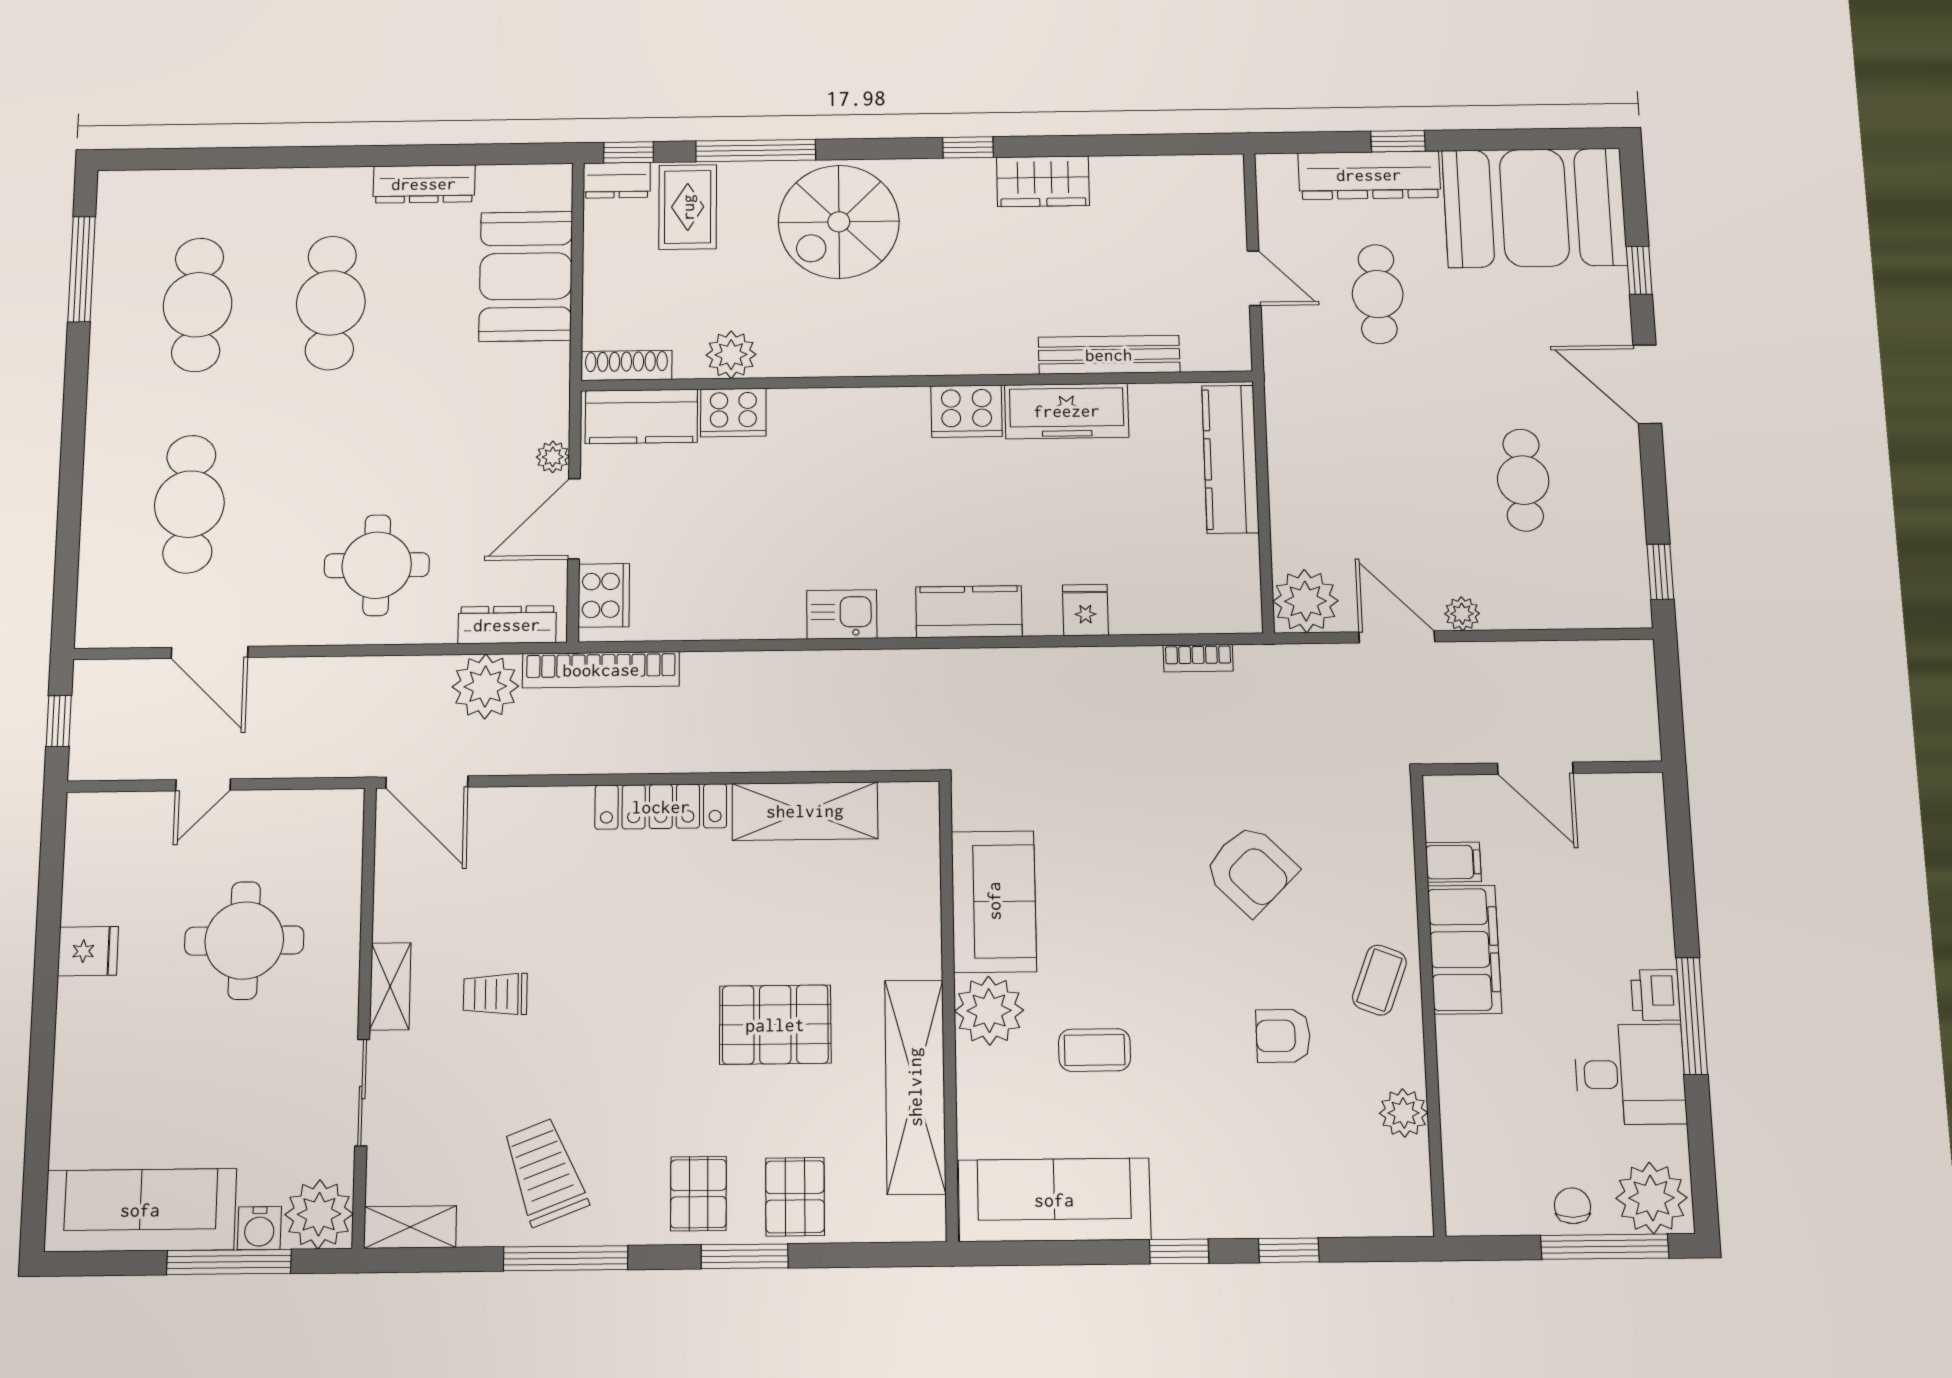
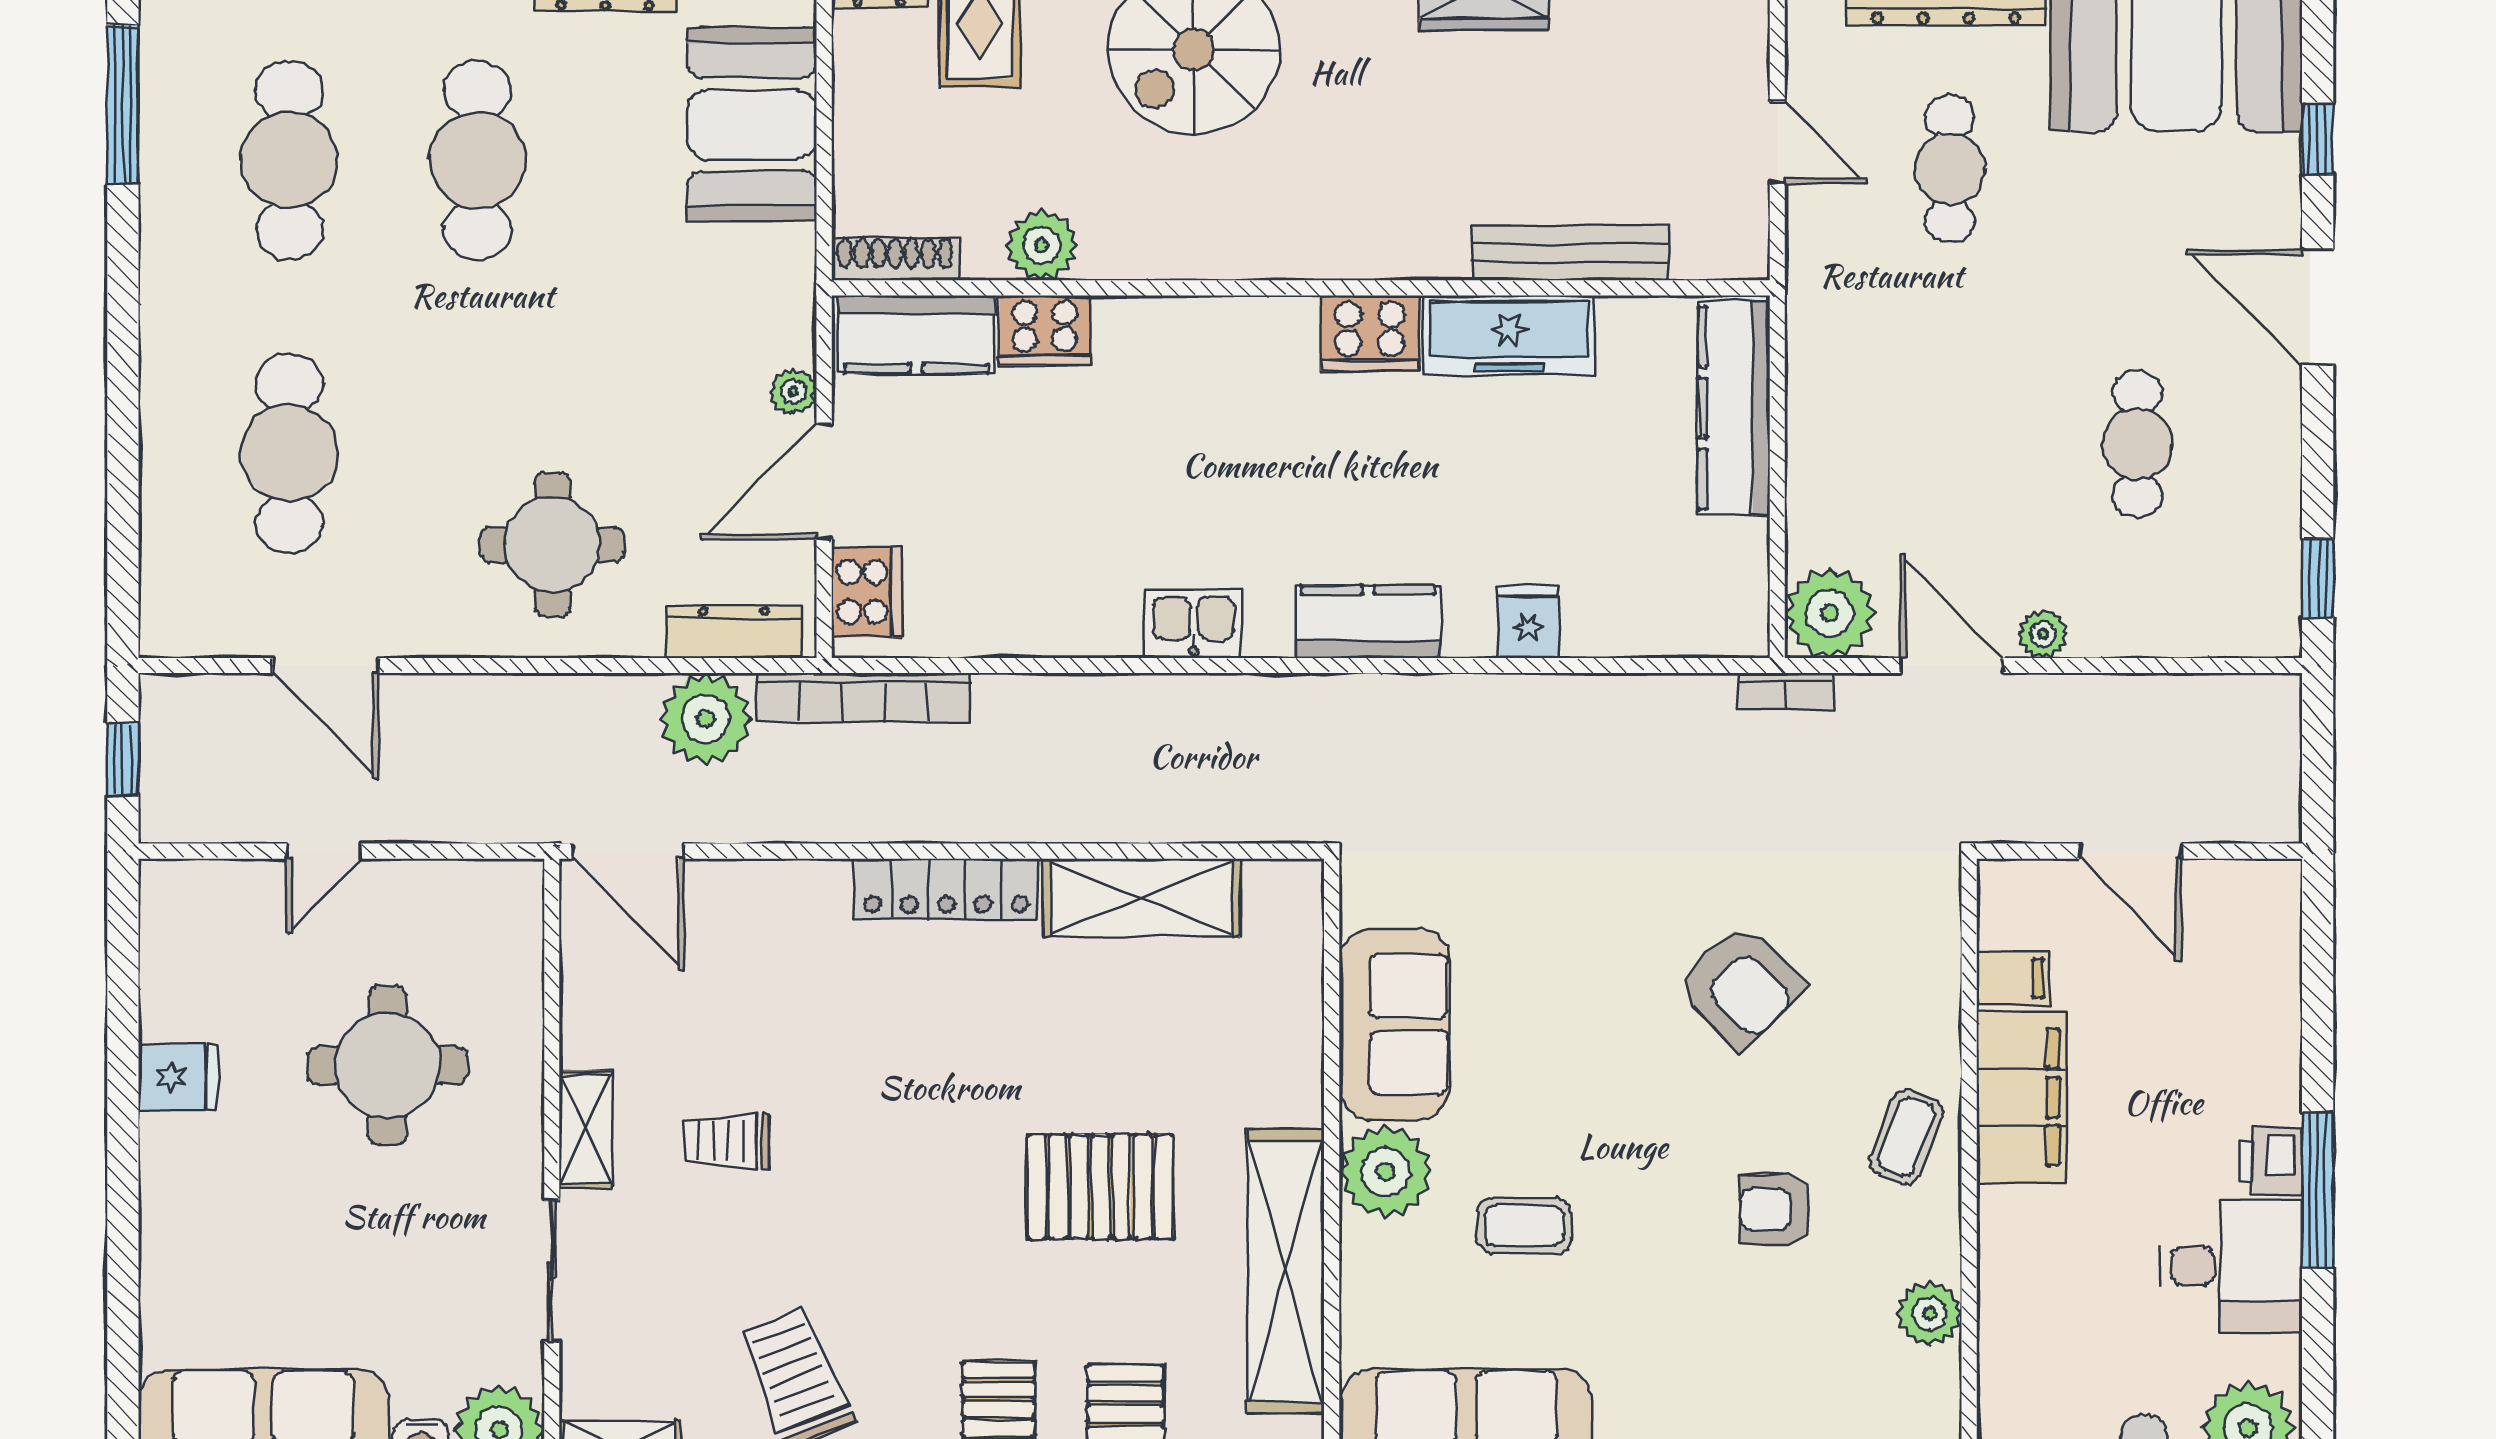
bookcase: (1198, 658) -> (1786, 692), moved

